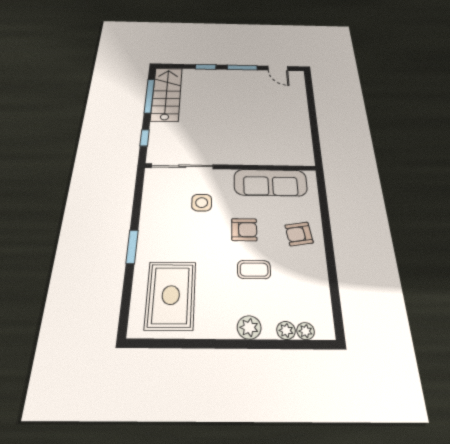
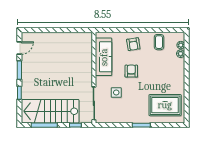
stairs: (167, 94) -> (50, 111), width x1.36, depth x1.51
coffee table: (254, 270) -> (159, 42), moved
plant: (249, 327) -> (179, 70), removed

